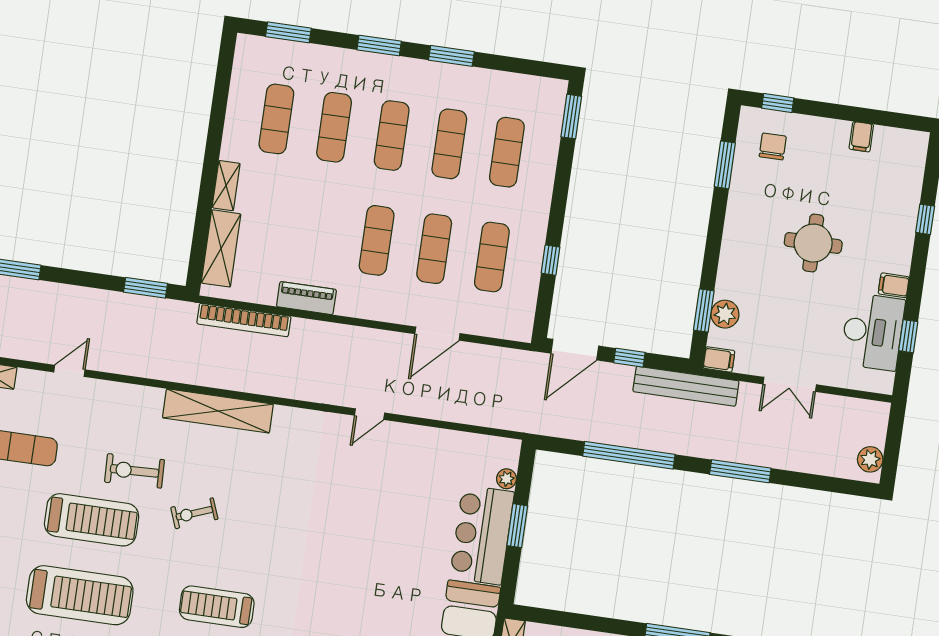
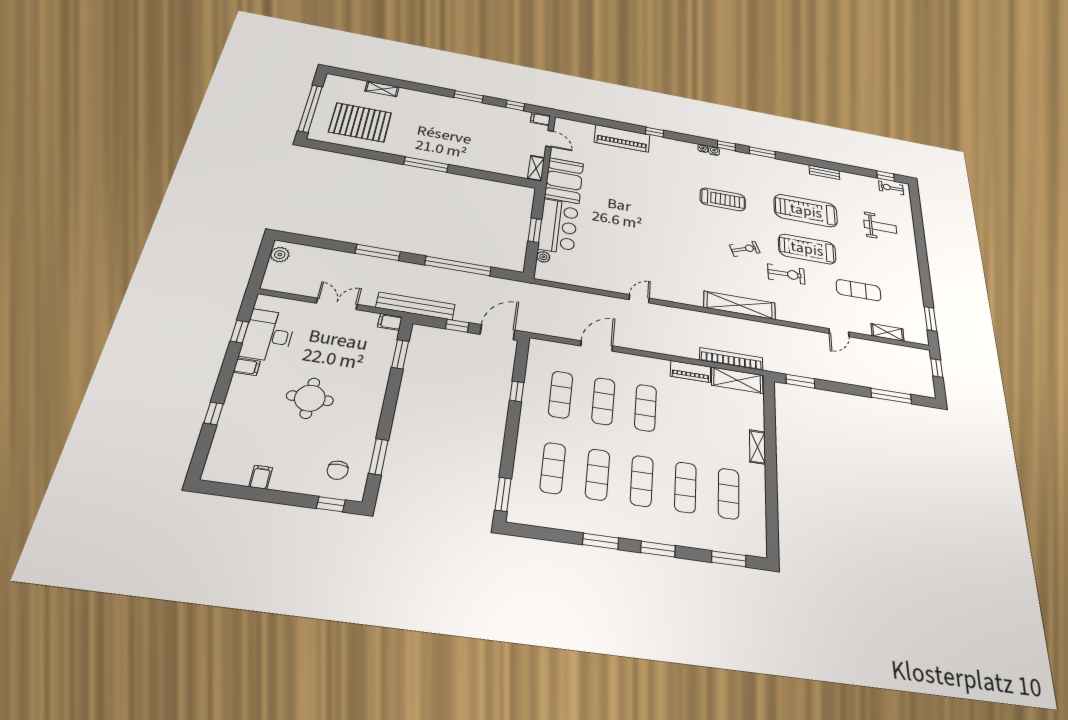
shelving: (221, 248) -> (737, 380), moved, turned 90
plant: (725, 314) -> (384, 351), removed

